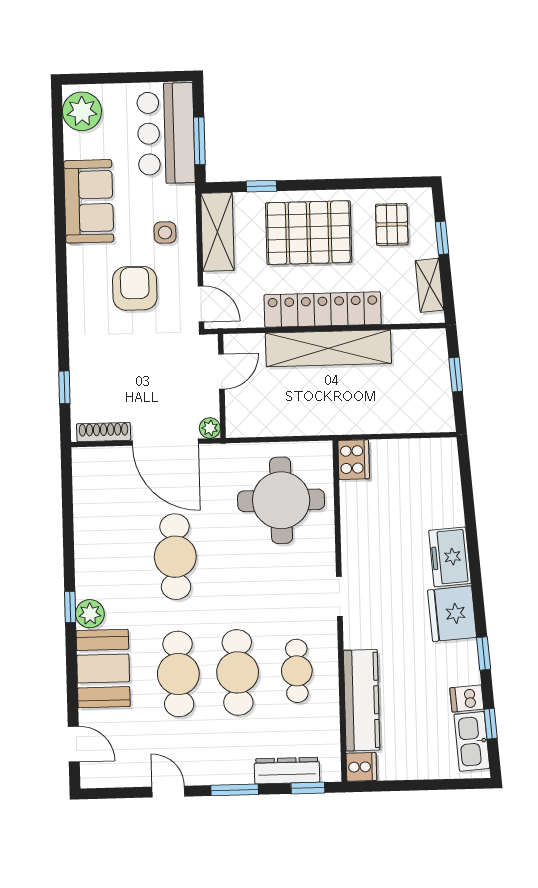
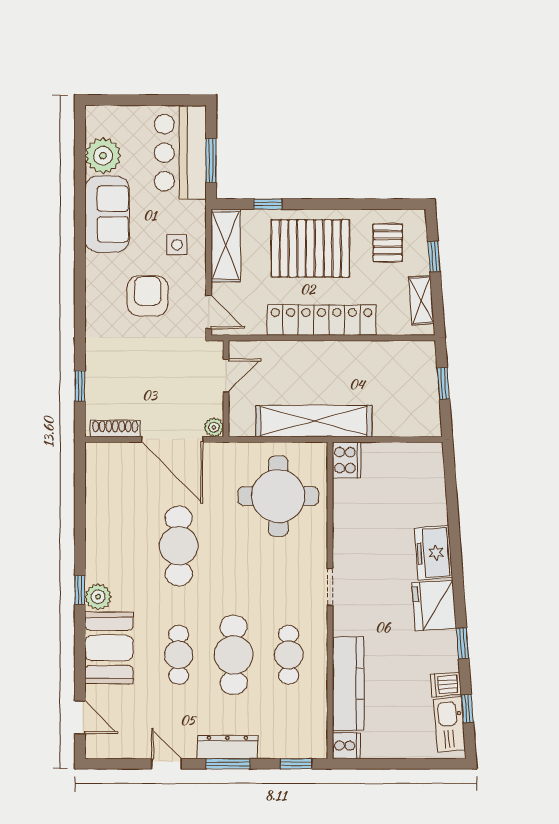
plant: (82, 111) -> (103, 156), moved
shelving: (328, 348) -> (314, 421), moved
cafe table: (178, 674) -> (179, 655), width x0.73, depth x0.74
dresser: (287, 771) -> (227, 747), moved

